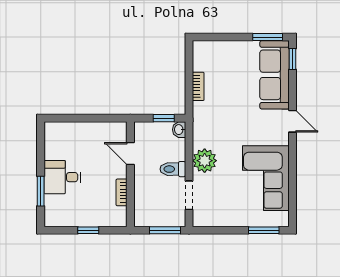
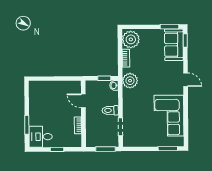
plant: (206, 57) -> (131, 39), added
sofa: (275, 75) -> (174, 45), width x0.73
plant: (205, 161) -> (130, 81), moved
desk: (62, 177) -> (41, 137), moved

